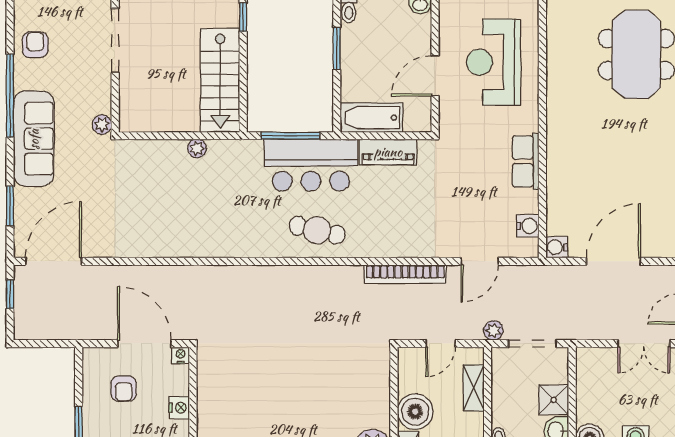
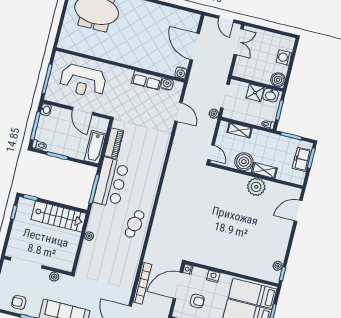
plant: (102, 124) -> (54, 277), moved
row of seats: (526, 161) -> (147, 80), moved
cafe table: (317, 230) -> (135, 224), moved
bookcase: (405, 274) -> (142, 283), moved
door: (440, 344) -> (211, 152), moved

